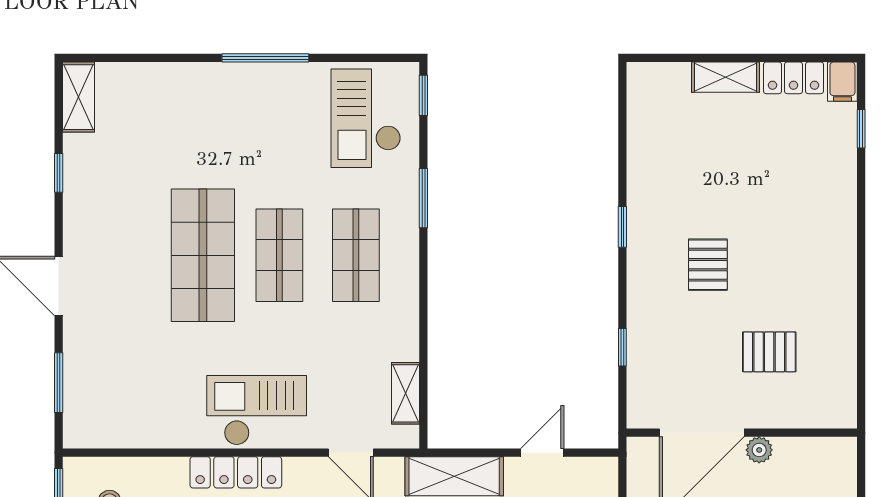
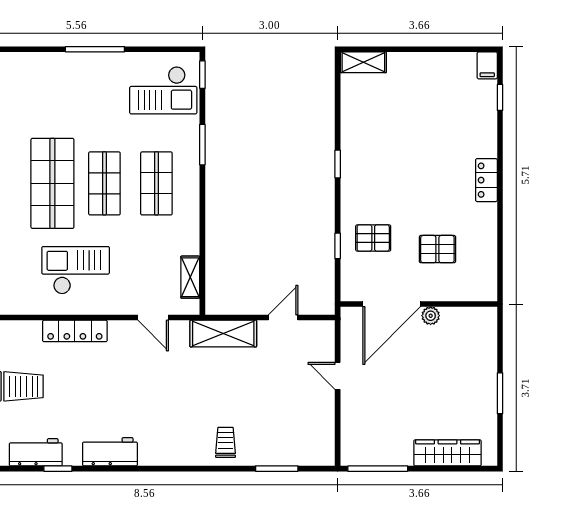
shelving: (726, 77) -> (363, 62), moved
locker: (794, 78) -> (486, 180), moved, turned 90
checkout: (366, 118) -> (163, 90), turned -90
pallet: (708, 265) -> (373, 238), moved, turned 90
checkout: (257, 410) -> (76, 270), moved

